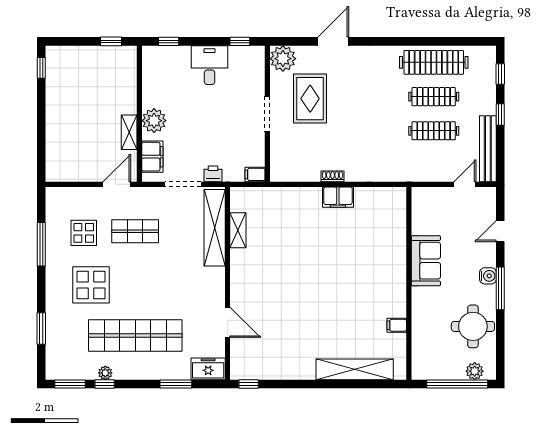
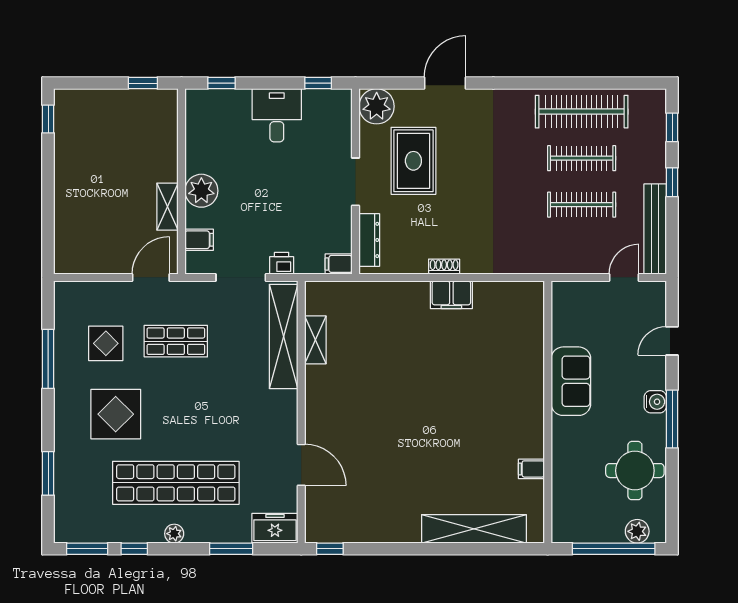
filing cabinet: (152, 157) -> (199, 240), width x0.50
dresser: (277, 157) -> (369, 240), added
plant: (105, 373) -> (174, 534), moved

